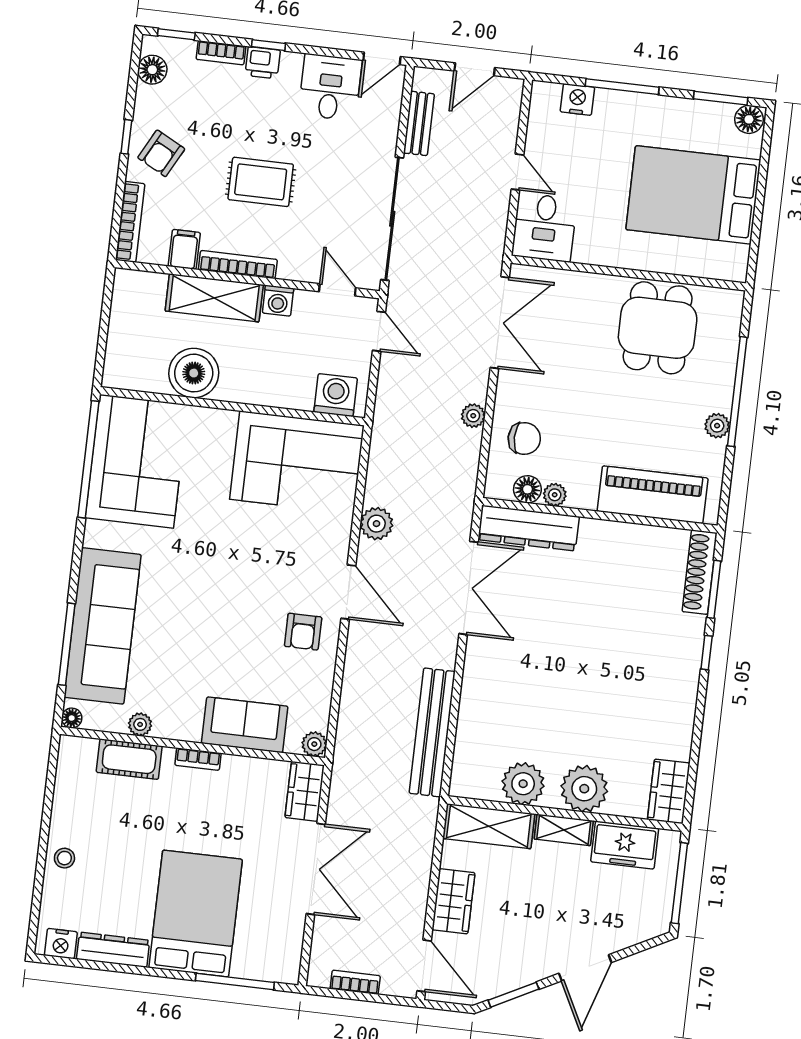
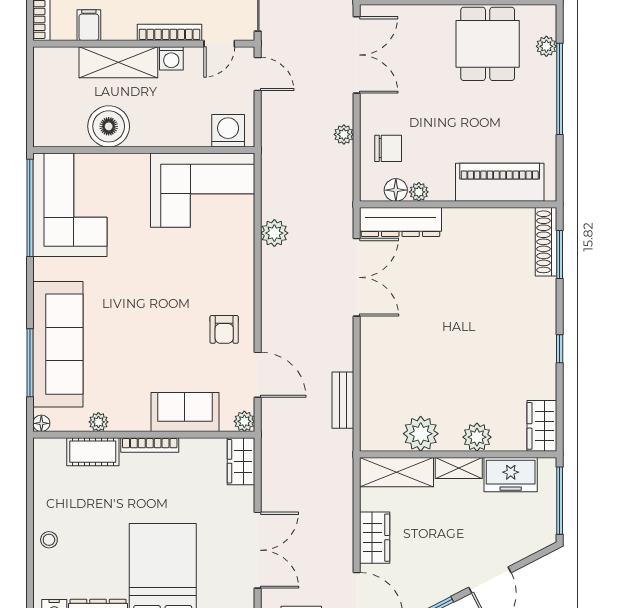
bookcase: (238, 265) -> (170, 32), moved
door: (337, 290) -> (219, 44), swing flipped
plant: (717, 426) -> (546, 46), moved
door: (348, 592) -> (258, 375), moved
window: (707, 653) -> (560, 349), moved
bench: (432, 732) -> (343, 400), width x0.54, depth x0.82
bookcase: (198, 759) -> (150, 445), width x1.56
plant: (584, 789) -> (477, 437), width x0.73, depth x0.73
double door: (316, 869) -> (258, 550), moved

